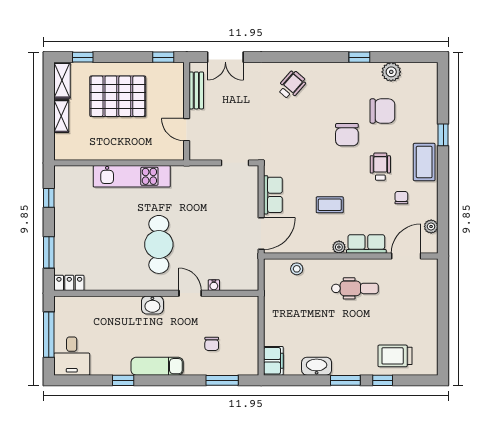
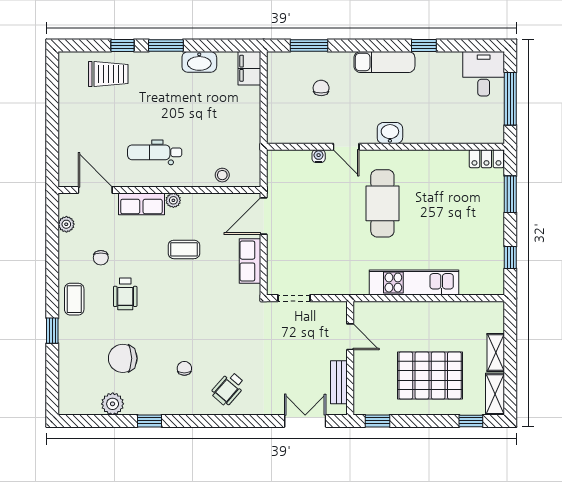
chair: (347, 135) -> (184, 368), moved, width x0.54, depth x0.54
coffee table: (424, 162) -> (74, 299), width x0.73, depth x0.77
door: (406, 256) -> (95, 190), swing flipped

